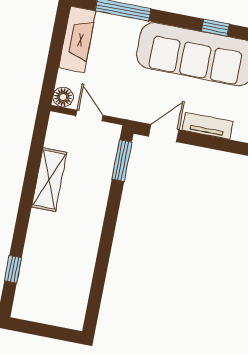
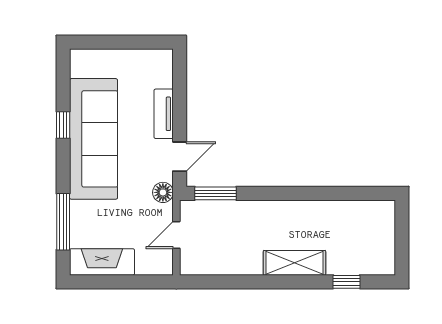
floor lamp: (63, 97) -> (163, 192), moved
door: (164, 133) -> (180, 157), swing flipped
shelving: (49, 180) -> (294, 263), moved

